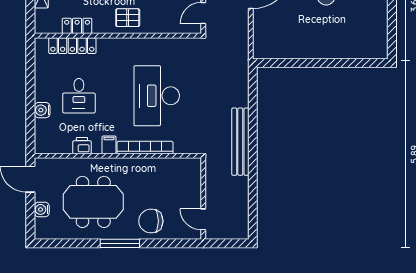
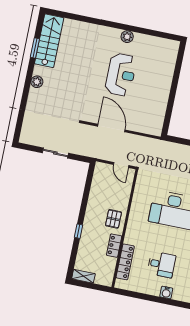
locker: (77, 26) -> (114, 246), moved

